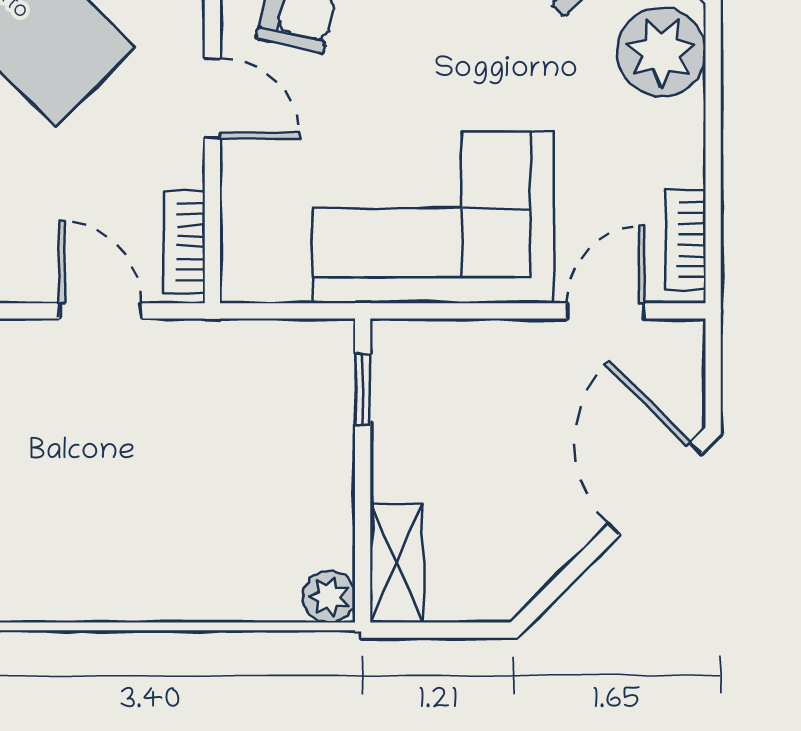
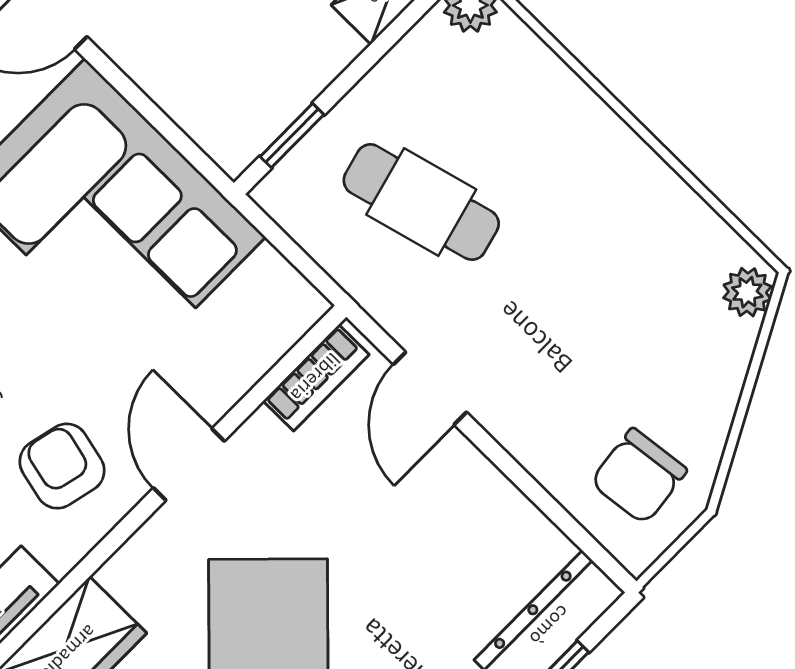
cafe table: (231, 431) -> (421, 202), added

